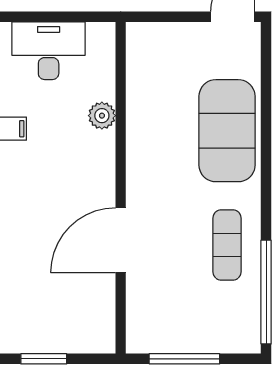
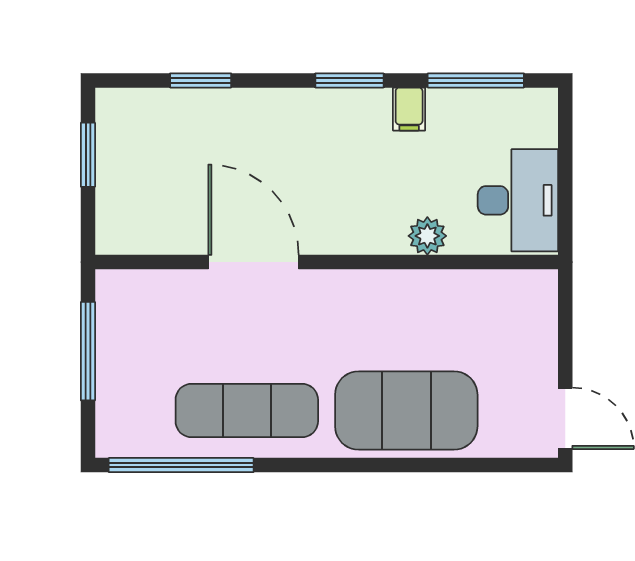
desk: (49, 51) -> (518, 200), moved
exercise mat: (227, 245) -> (247, 411), width x1.36, depth x1.45

